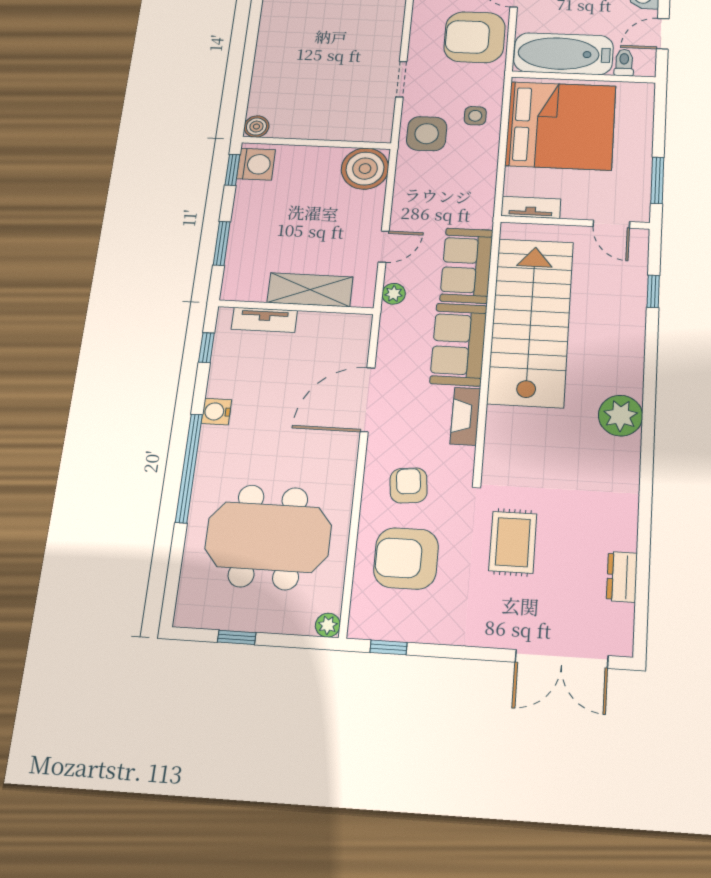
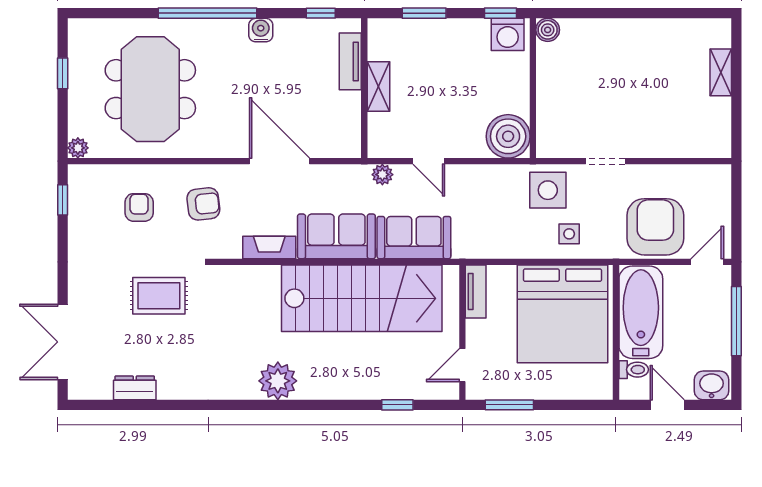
shelving: (310, 290) -> (378, 87), width x0.67, depth x0.75
armchair: (406, 558) -> (139, 207), width x0.53, depth x0.53

